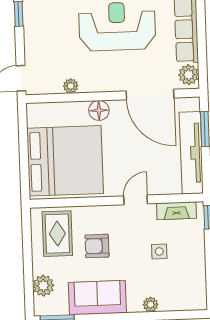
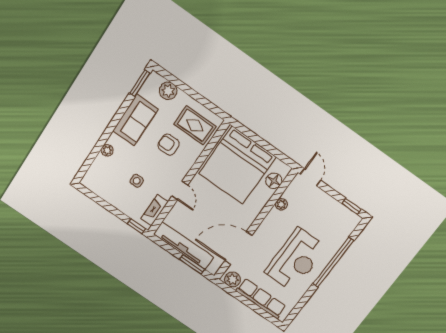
floor lamp: (99, 110) -> (274, 181), moved
armchair: (97, 246) -> (169, 145), turned -90

